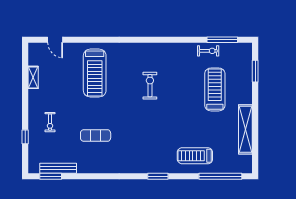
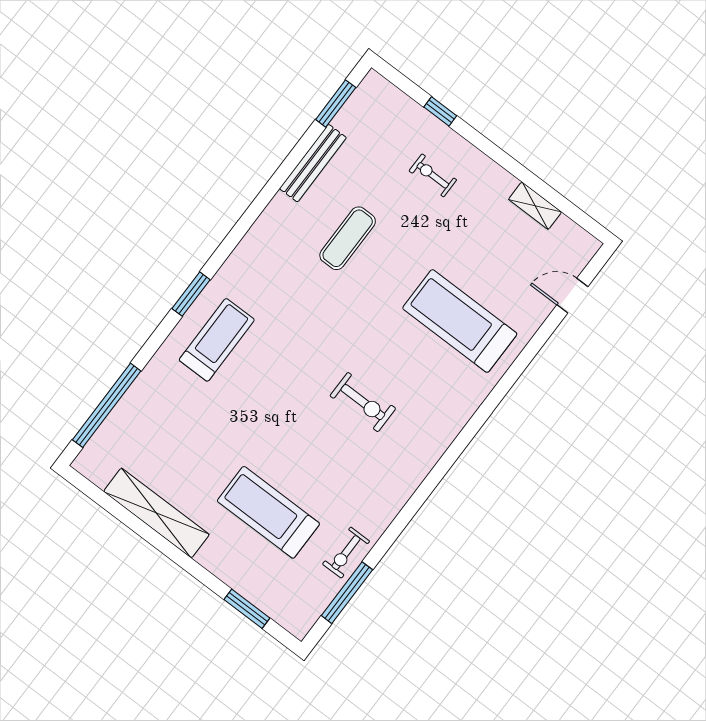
treadmill: (215, 89) -> (268, 512), turned 180
treadmill: (195, 156) -> (217, 340), moved
bench: (58, 168) -> (313, 163), moved

